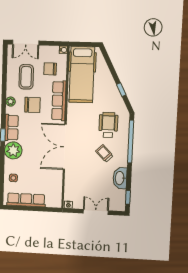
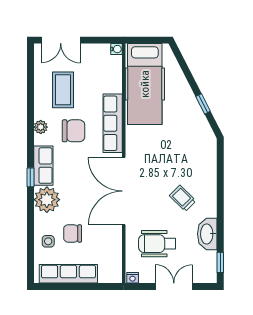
chair: (50, 69) -> (73, 233), moved
wheelchair: (108, 125) -> (157, 244), moved, turned -90
window: (131, 142) -> (220, 179), removed

